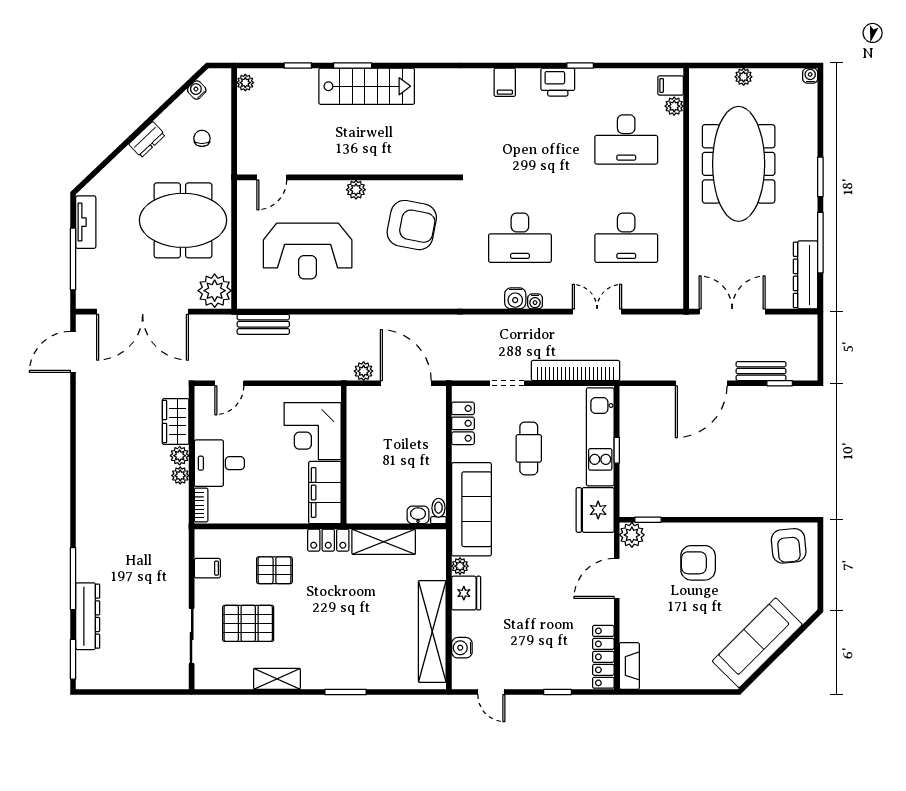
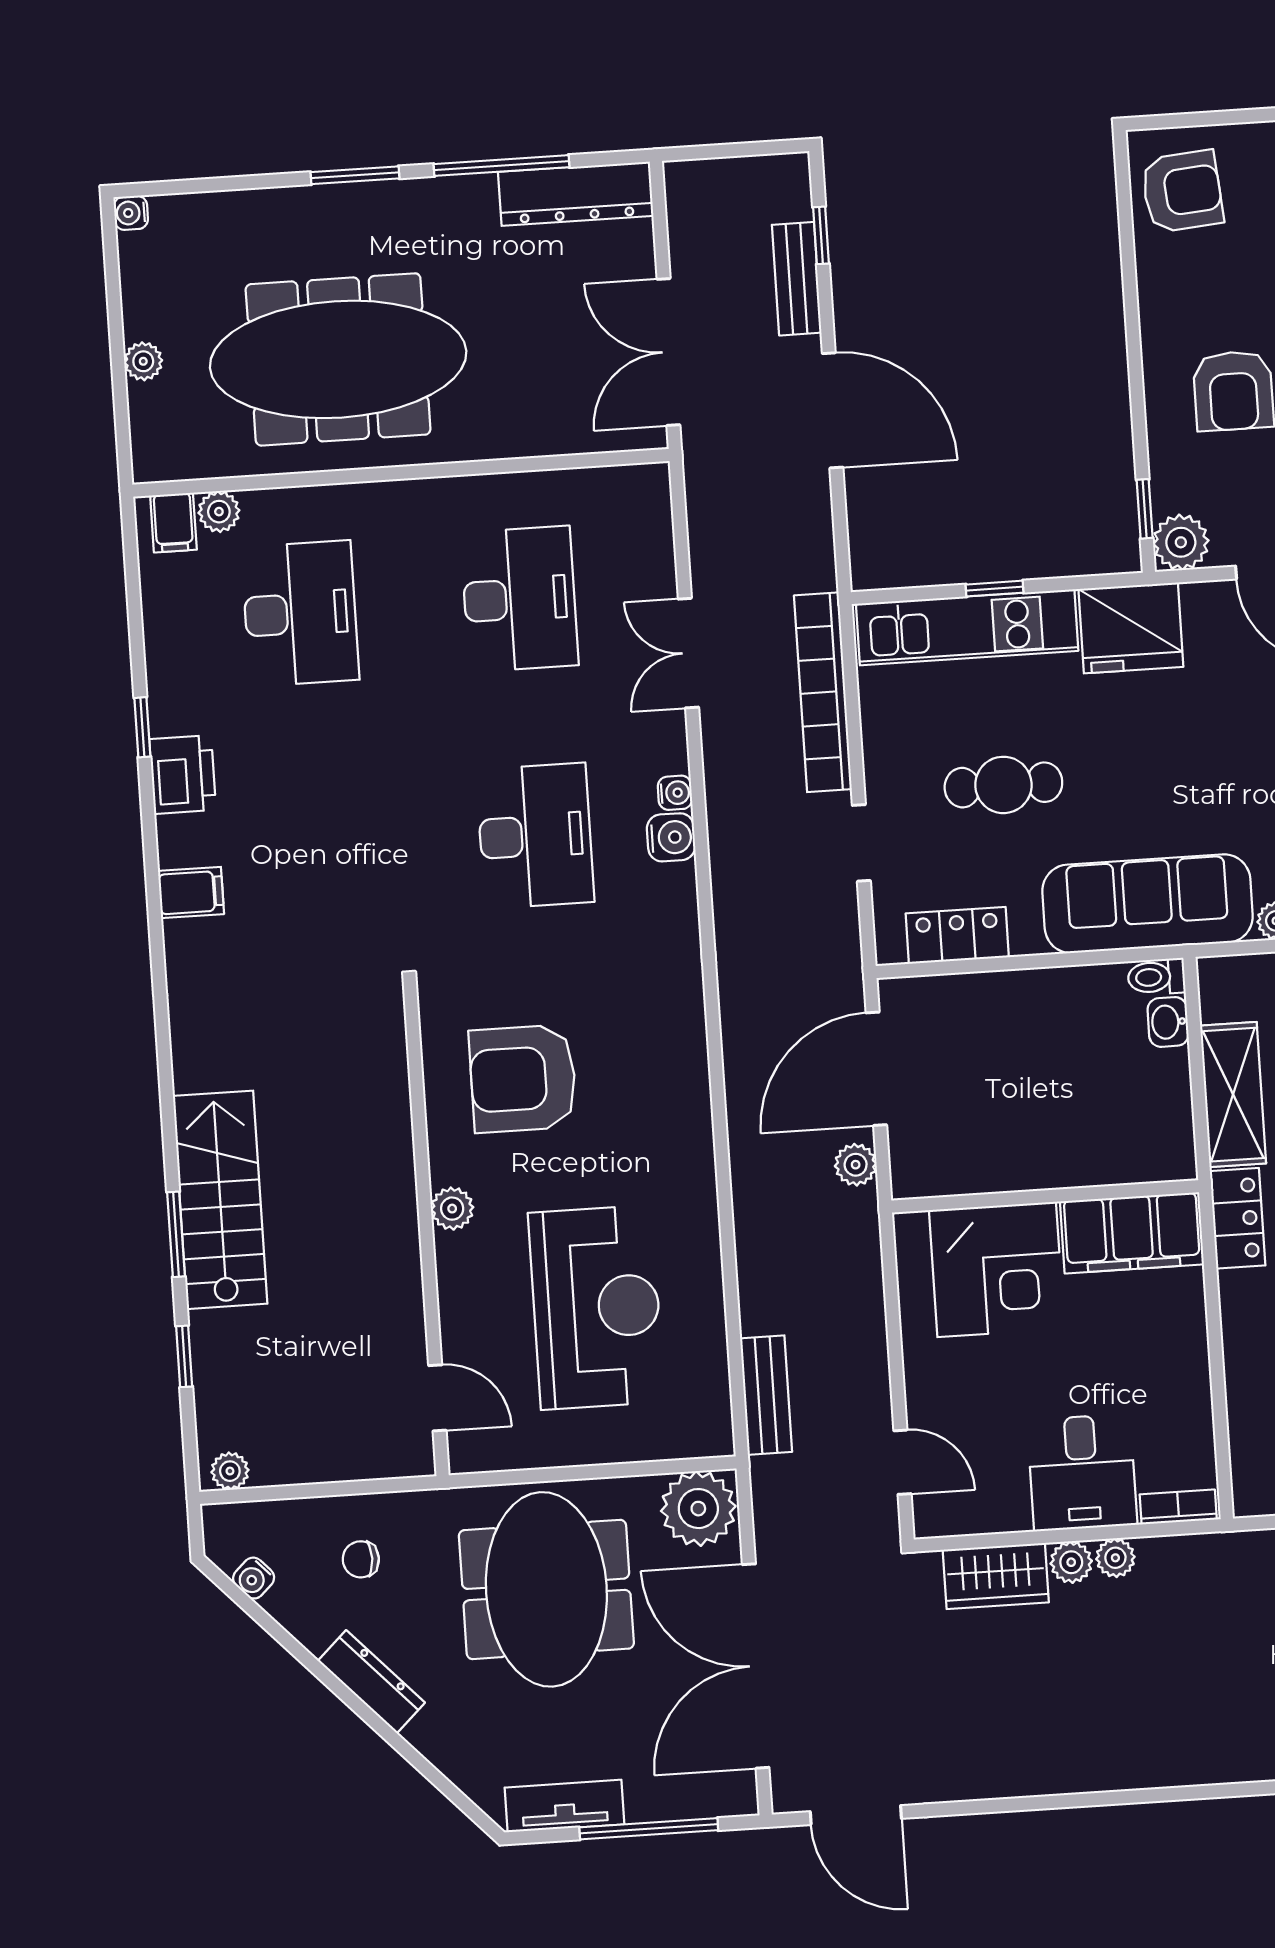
dresser: (147, 139) -> (371, 1682), width x1.44
armchair: (412, 225) -> (523, 1079), turned -101
double door: (143, 312) -> (756, 1666), swing flipped

